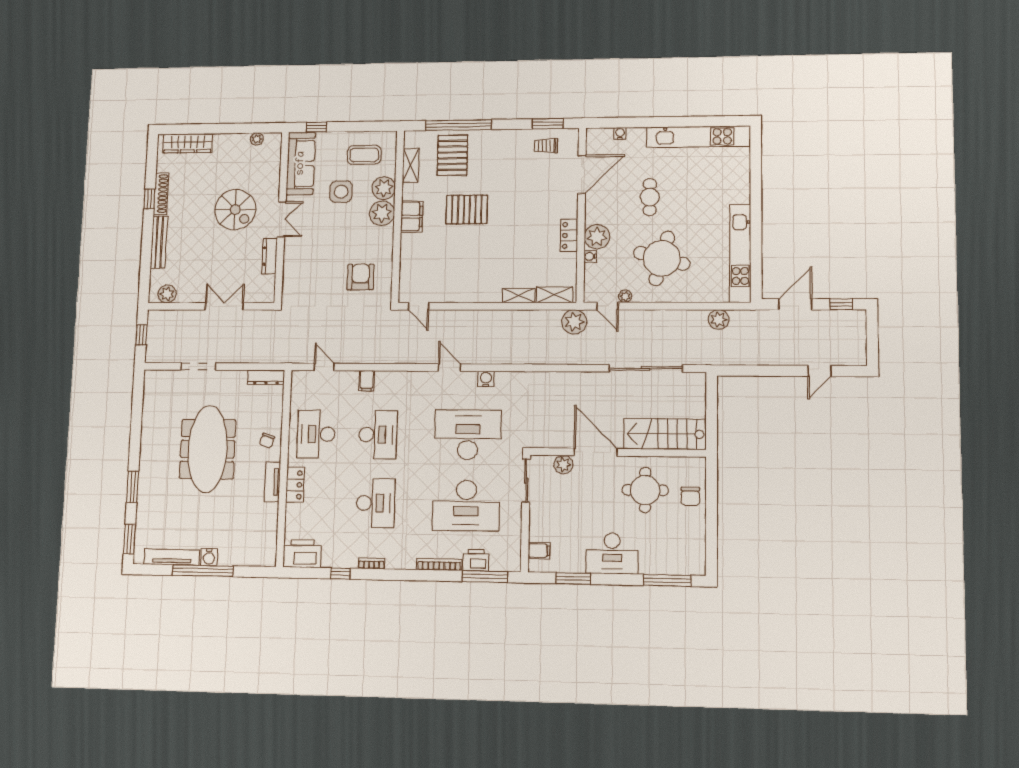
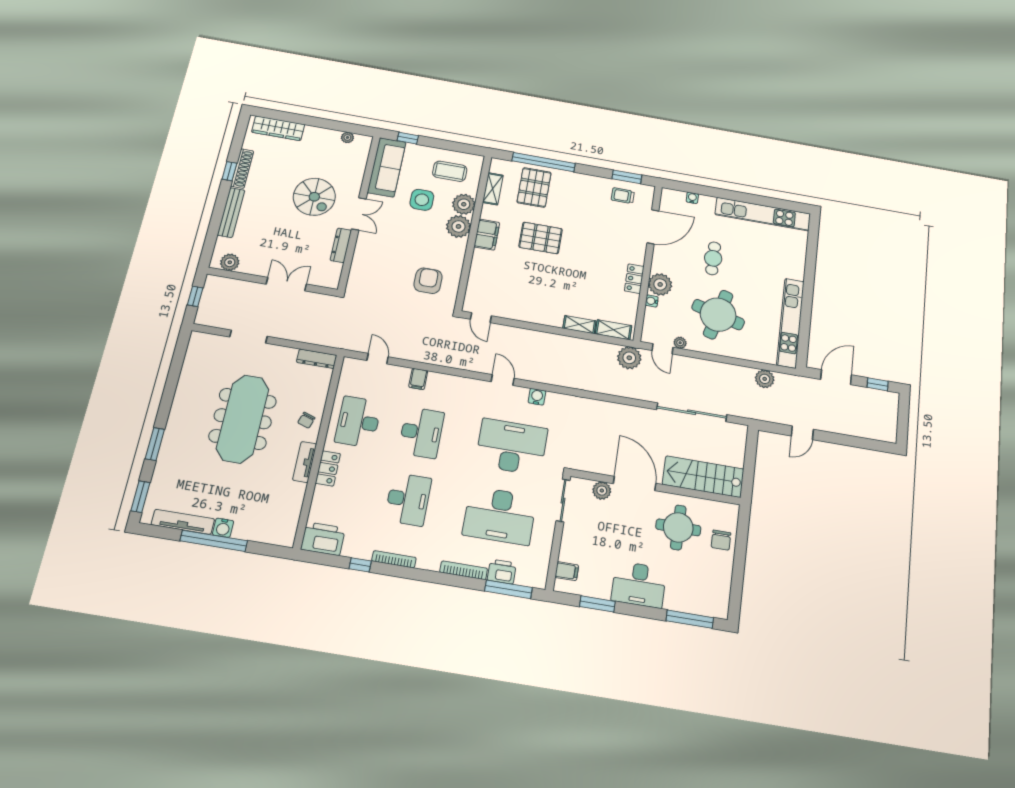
door: (820, 371) -> (802, 433), moved
bookcase: (371, 563) -> (394, 559), width x1.56

